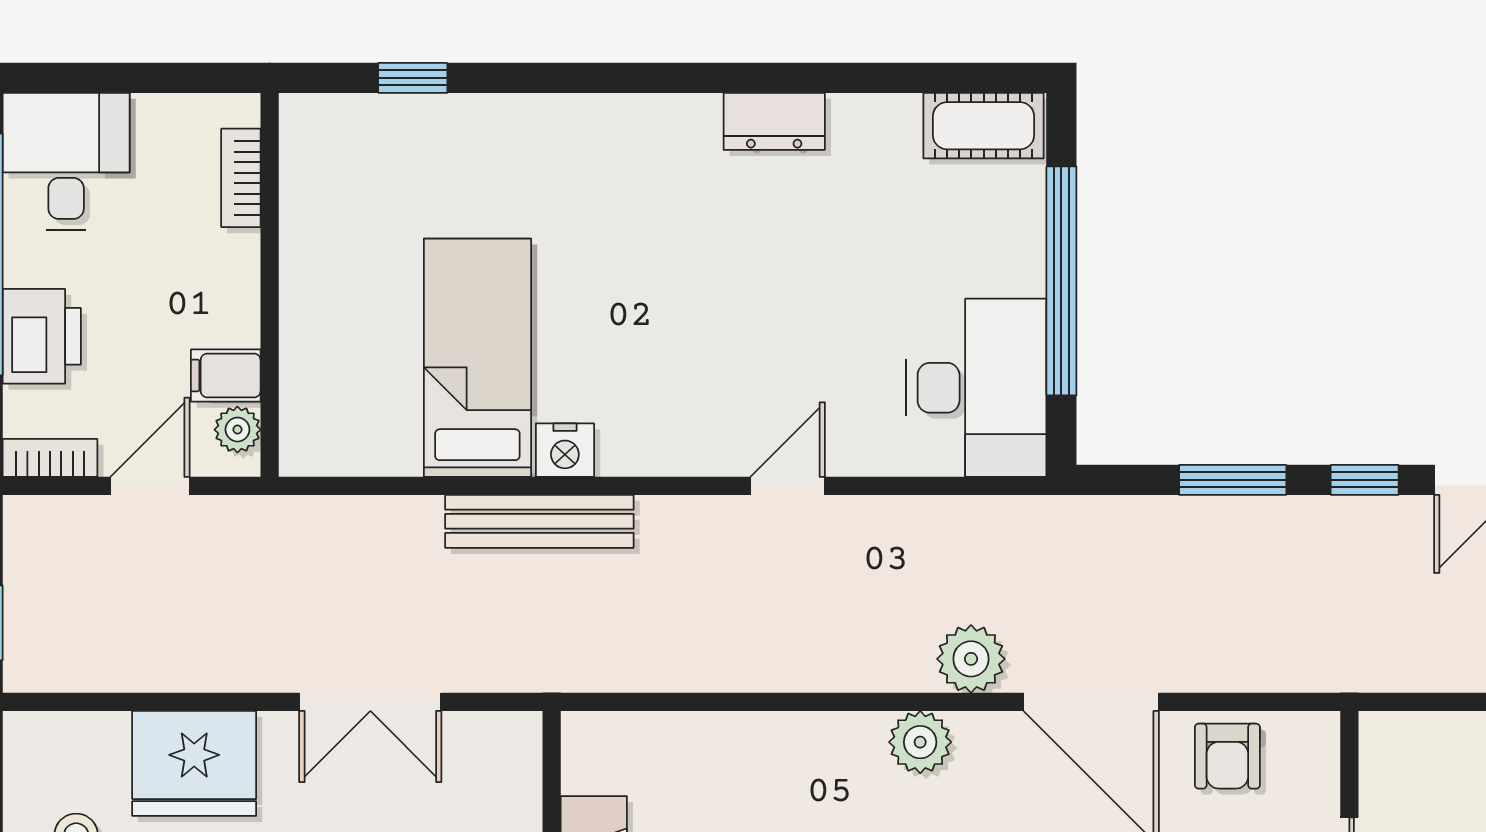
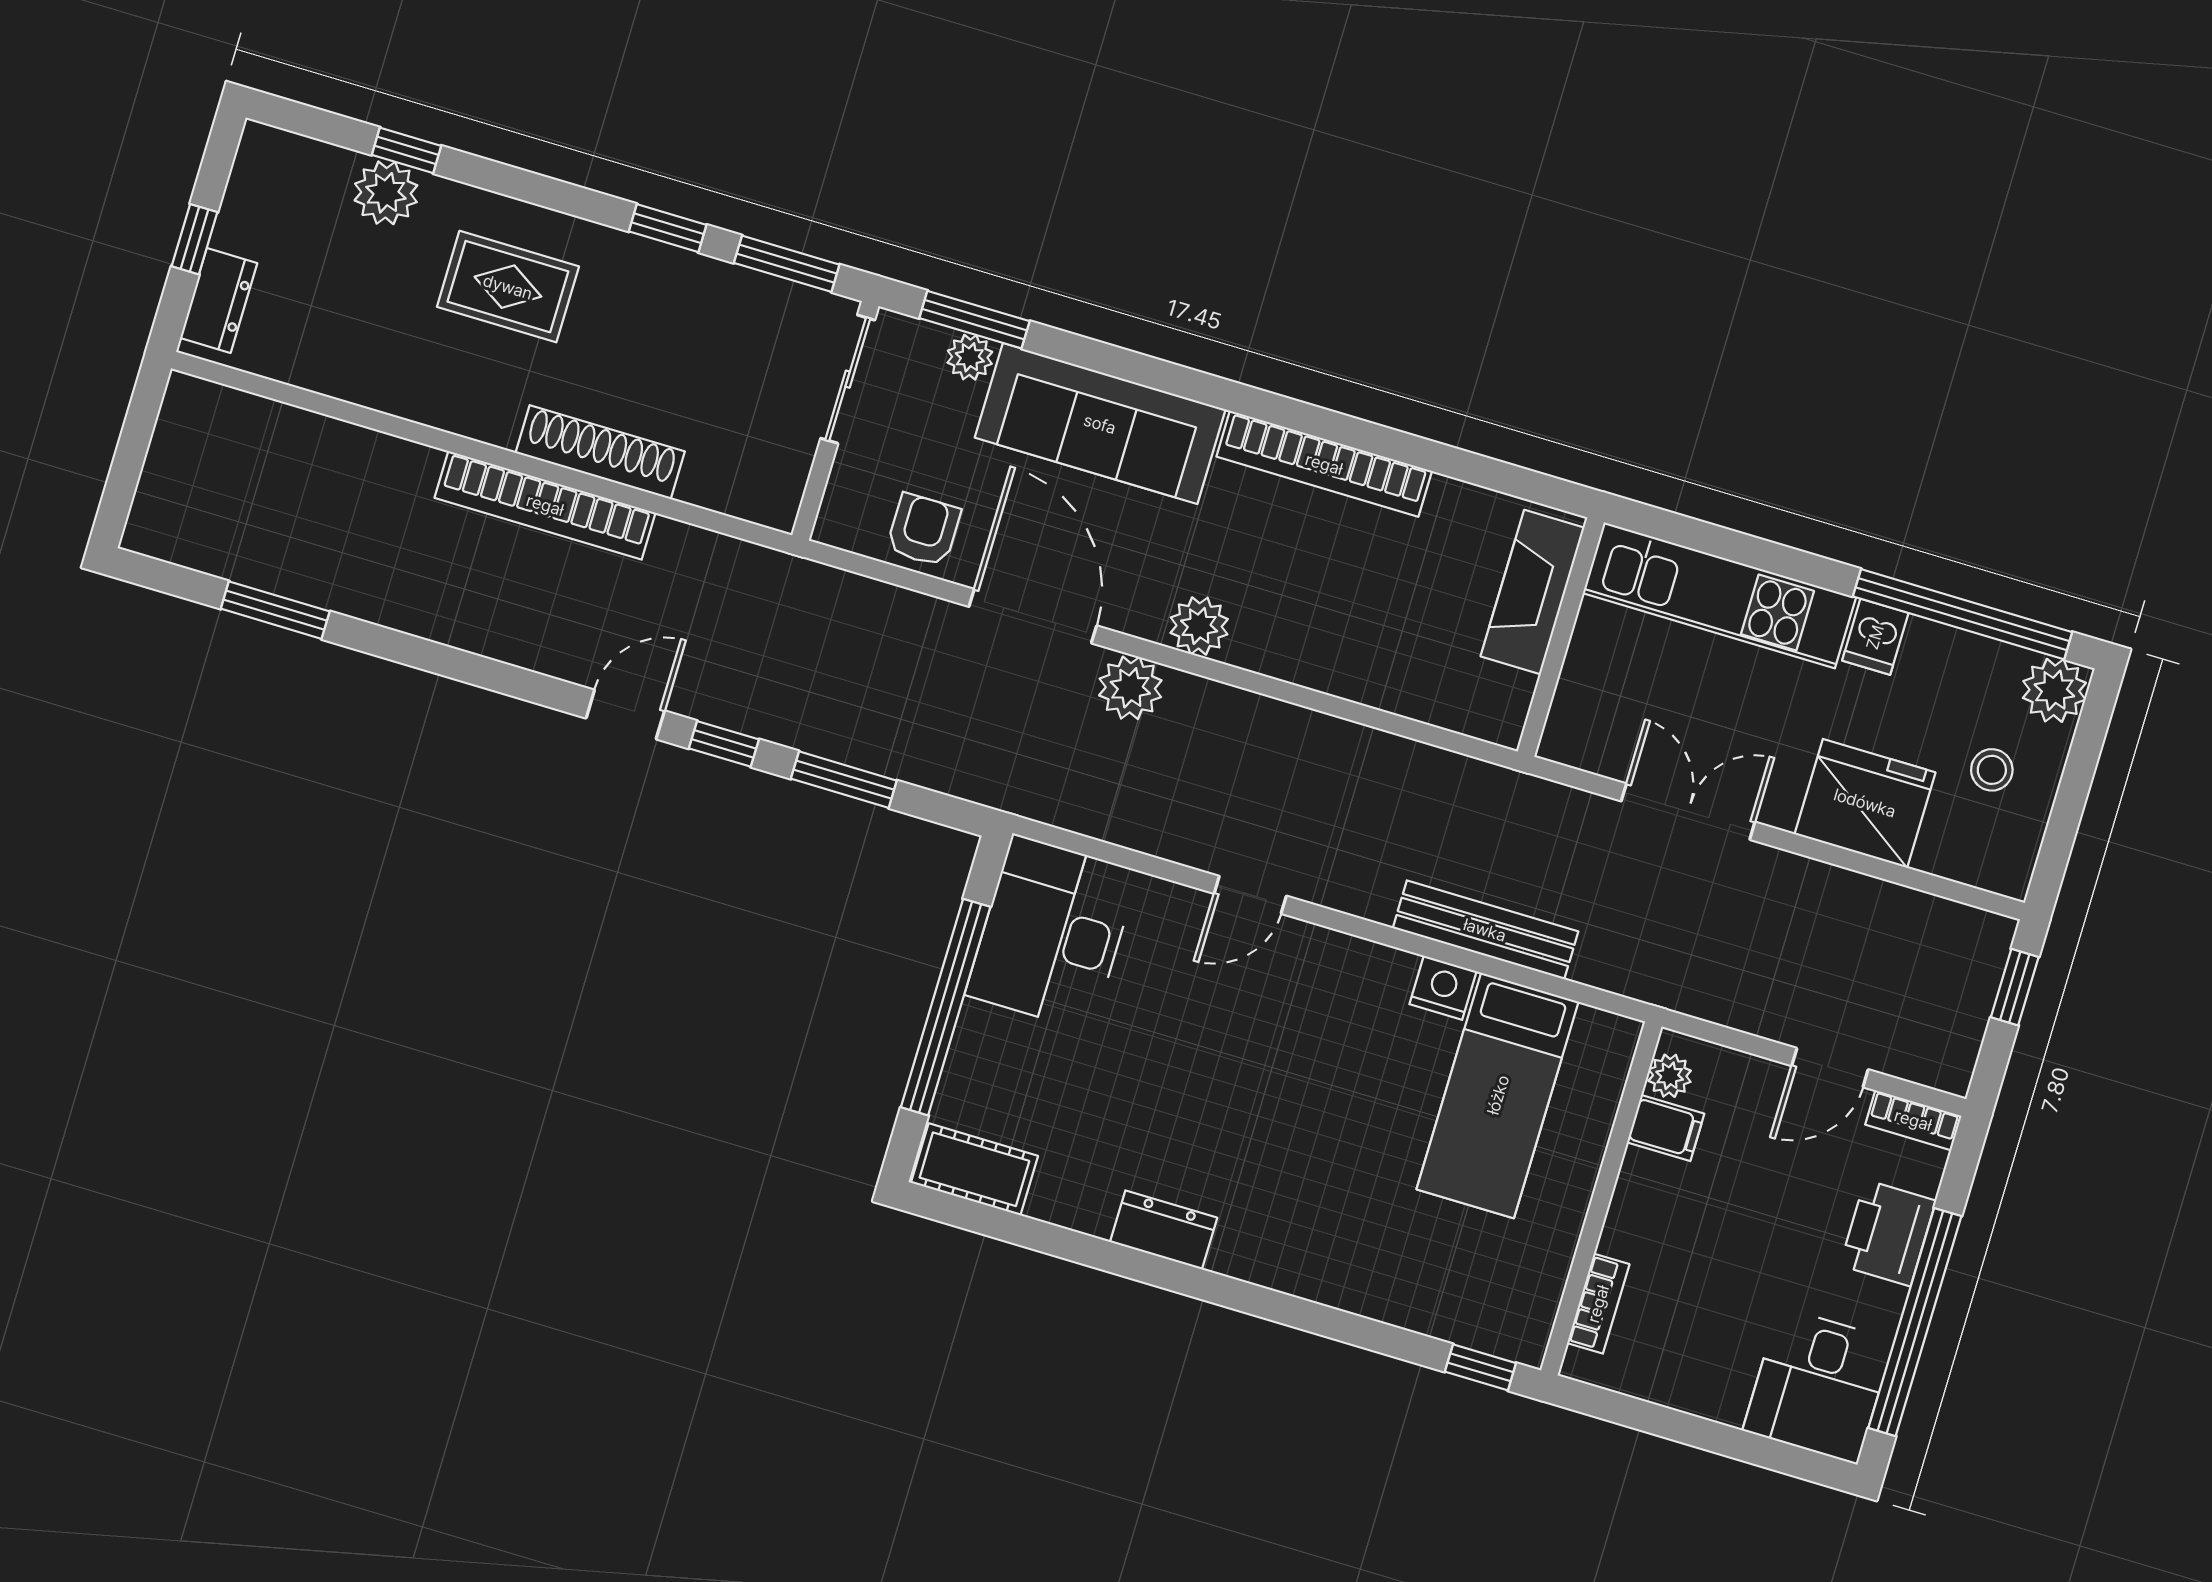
bookcase: (241, 178) -> (1598, 1304), moved
wall: (270, 285) -> (1601, 1198), moved
filing cabinet: (226, 376) -> (1666, 1128), moved
plant: (237, 430) -> (1670, 1076), moved

